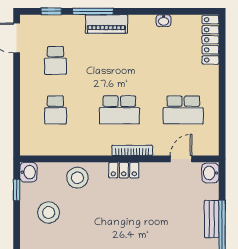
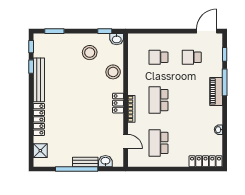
washbasin: (210, 173) -> (105, 161), moved

